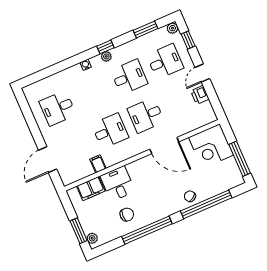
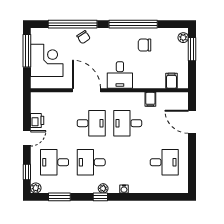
corner desk: (211, 146) -> (47, 60), moved
door: (48, 160) -> (192, 122), swing flipped
desk: (118, 184) -> (120, 75), moved
filing cabinet: (91, 188) -> (172, 81), width x0.50

